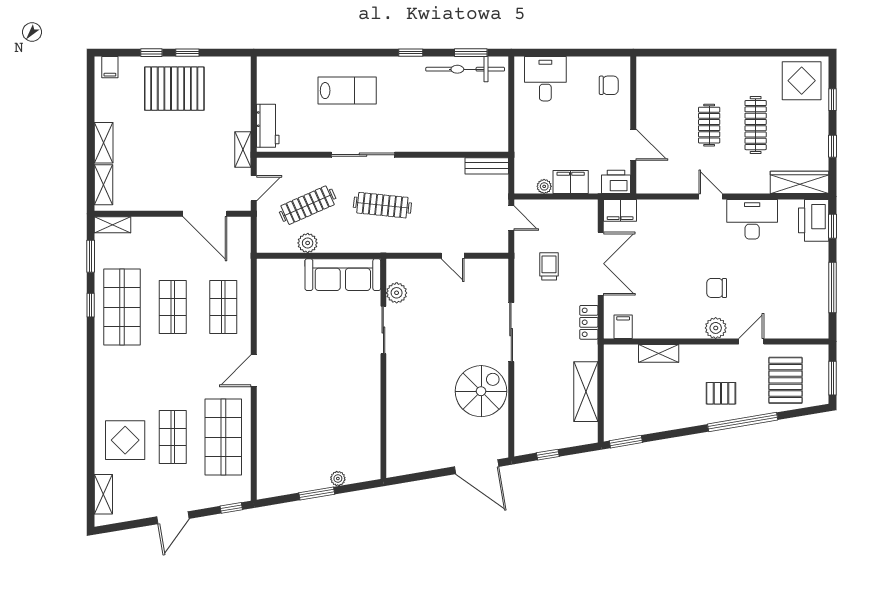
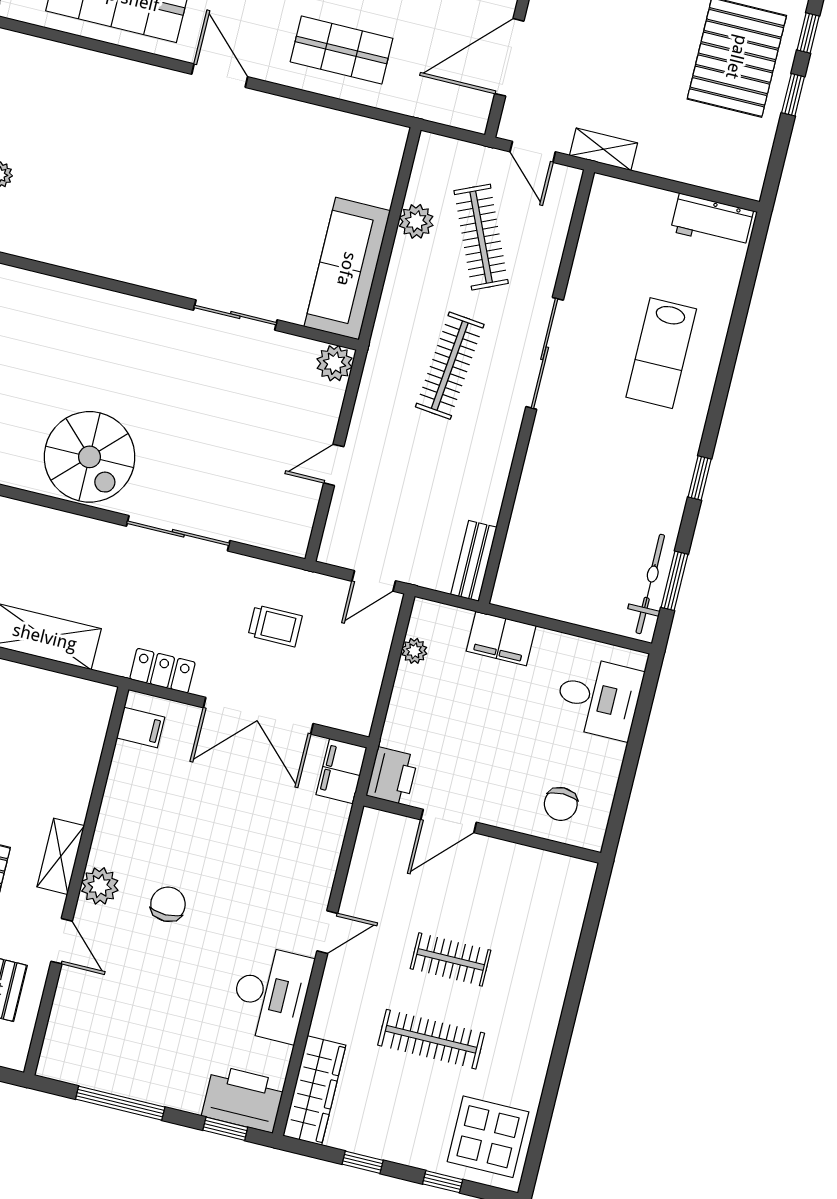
bicycle: (465, 69) -> (650, 584), width x0.73, depth x0.71
workbench: (268, 126) -> (712, 221), moved
filing cabinet: (571, 182) -> (501, 638), moved, turned 90
plant: (397, 293) -> (335, 363), moved
shelving: (659, 353) -> (61, 856), moved

